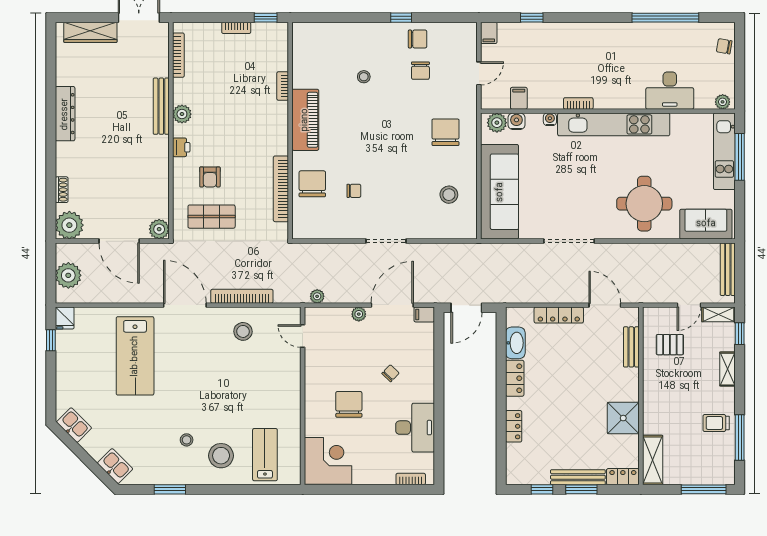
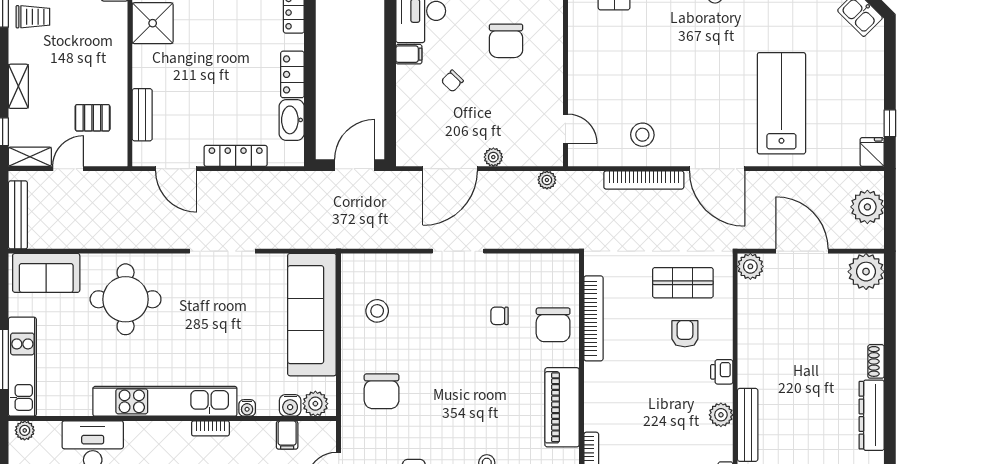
shoe rack: (62, 190) -> (876, 361), moved
filing cabinet: (424, 314) -> (409, 54), moved

